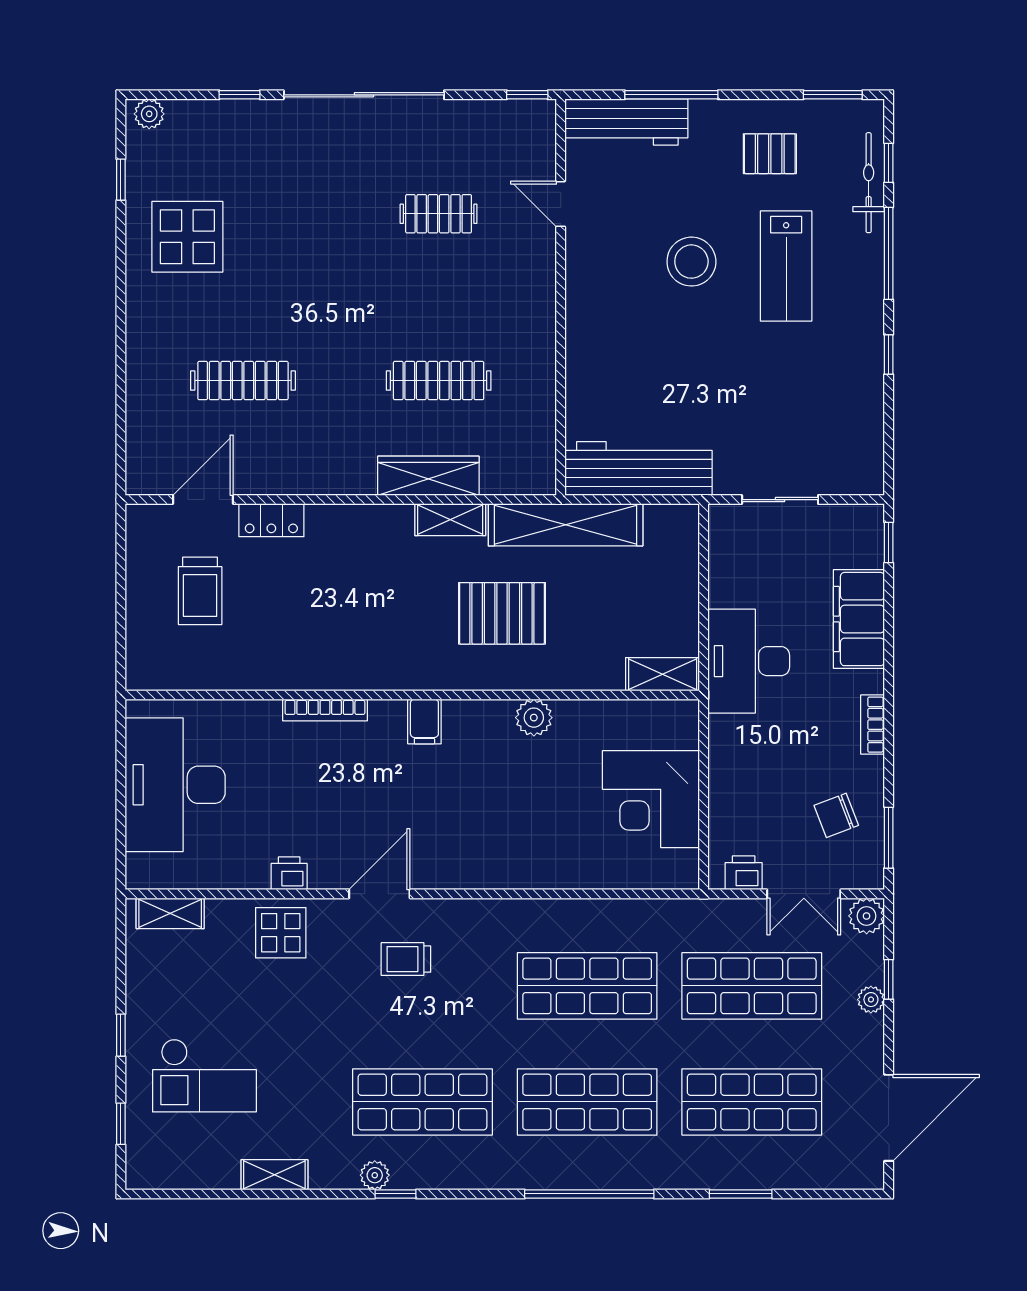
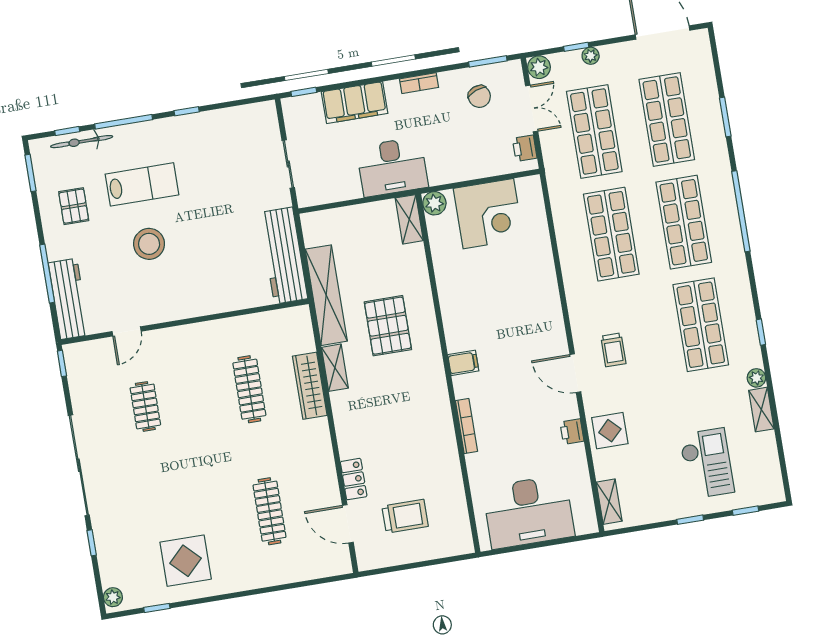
plant: (534, 718) -> (434, 203), moved
plant: (375, 1175) -> (756, 378), moved

